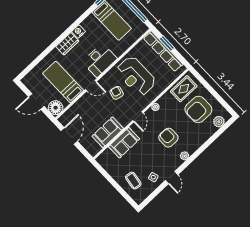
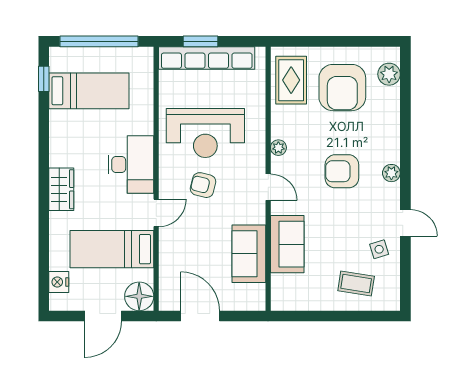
nightstand: (78, 32) -> (59, 282), moved

